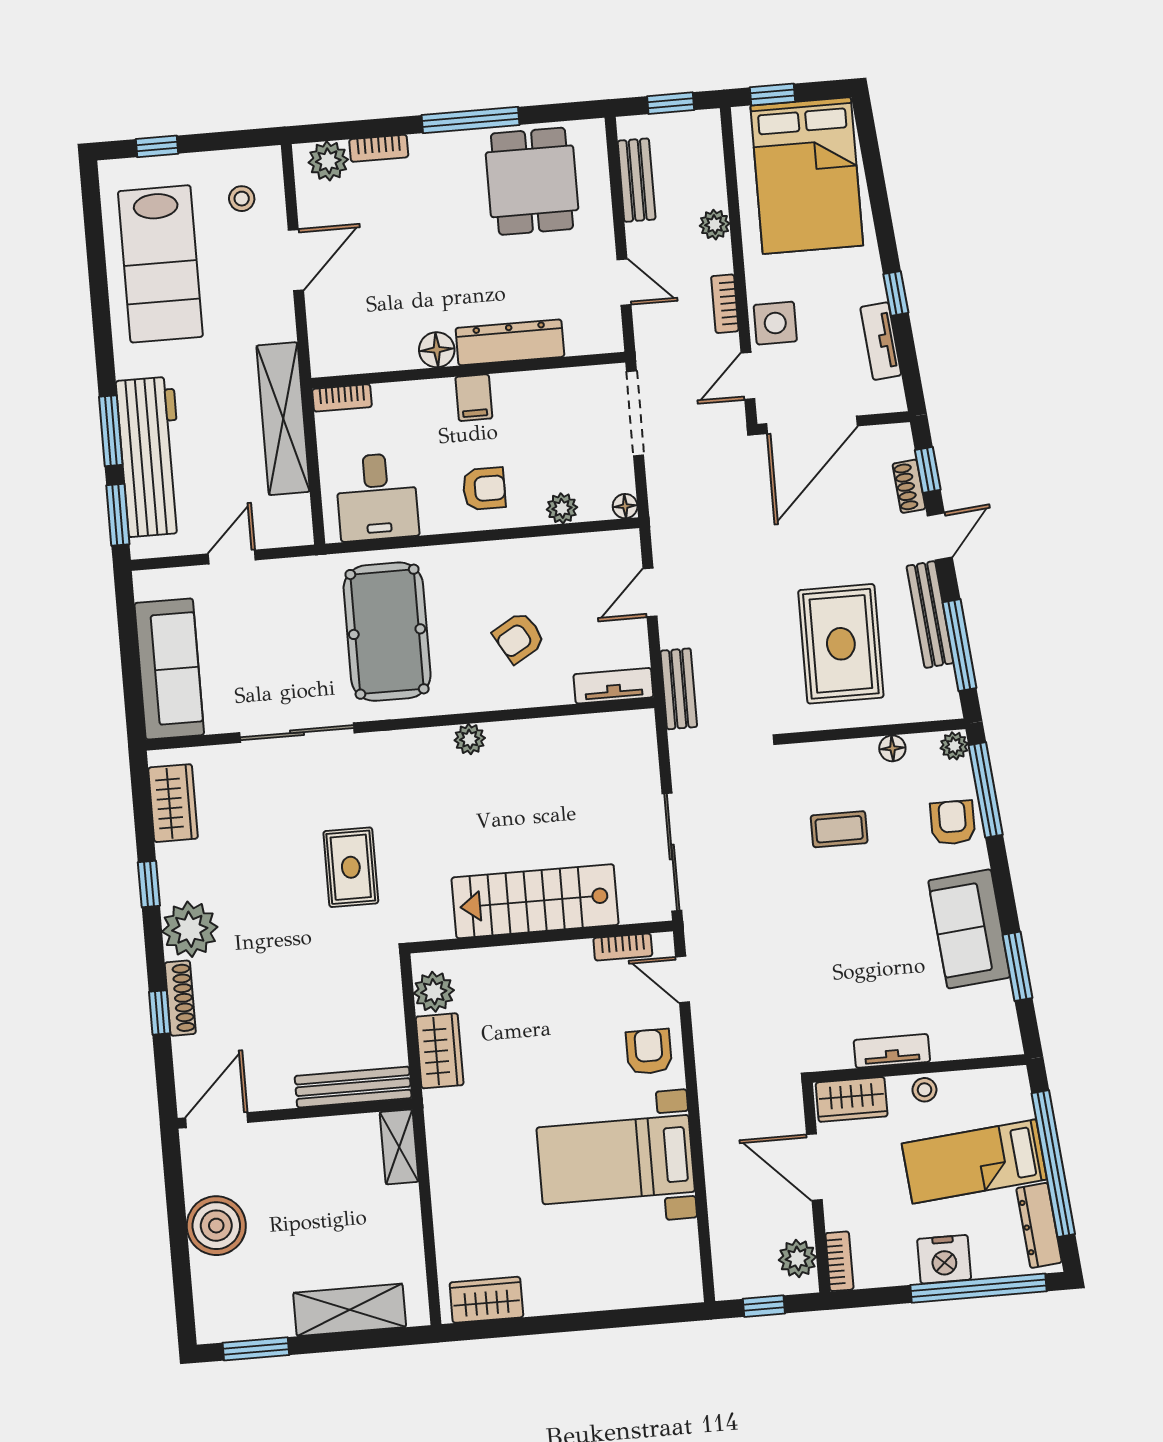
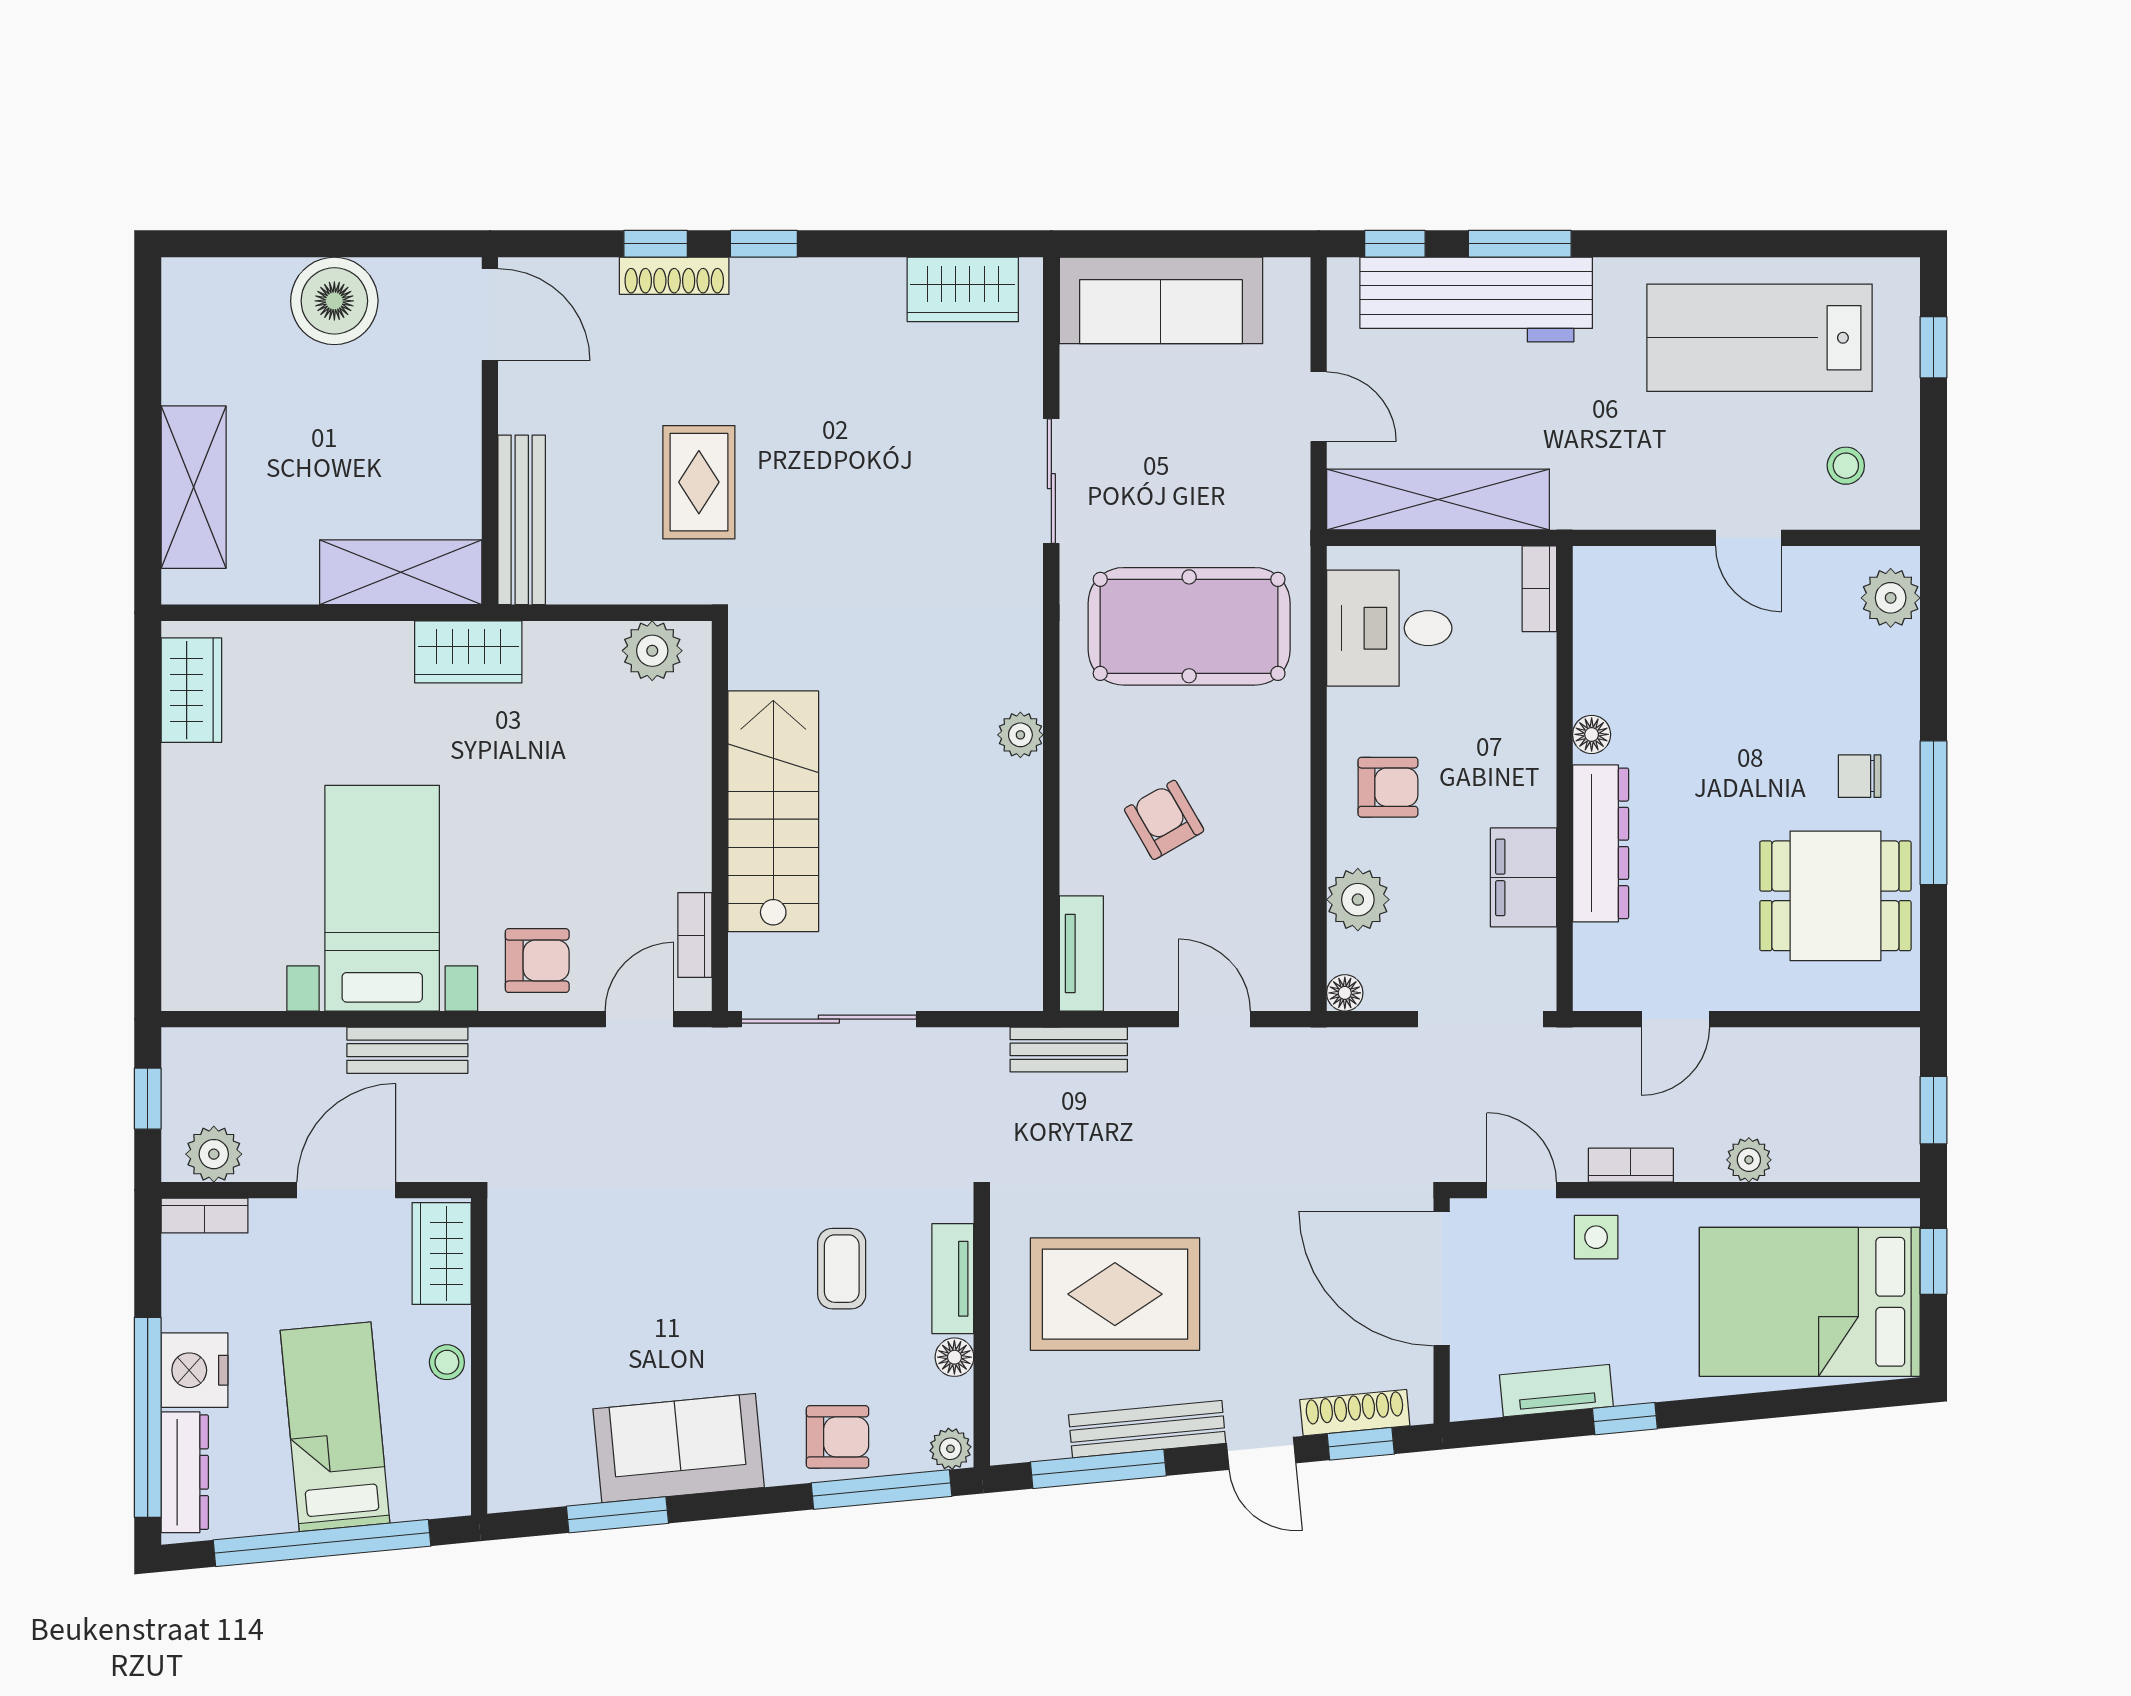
bookcase: (379, 148) -> (1903, 674), removed
chair: (450, 172) -> (1860, 776), added
bench: (637, 180) -> (407, 1050), moved
door: (296, 260) -> (1749, 538), width x0.73
side table: (775, 323) -> (1596, 1237), width x0.73, depth x0.73
floor lamp: (437, 350) -> (1592, 734), width x0.73, depth x0.73
filing cabinet: (474, 398) -> (1523, 877), moved, width x2.00
shelving: (283, 419) -> (1438, 499), moved
shoe rack: (909, 486) -> (1355, 1413), width x1.43
armchair: (484, 489) -> (1388, 787), turned -90
plant: (562, 508) -> (1358, 900), width x1.38, depth x1.38
window: (118, 515) -> (1395, 244), width x0.67
sliding door: (297, 733) -> (1051, 481), width x0.73
rug: (351, 867) -> (699, 482), moved, turned 90
window: (149, 884) -> (764, 244), moved
plant: (190, 929) -> (775, 299), removed
wardrobe: (440, 1051) -> (468, 652), moved
tv unit: (892, 1051) -> (953, 1279), moved, turned 180
shelving: (399, 1147) -> (401, 572), width x1.50, depth x1.33
dresser: (1039, 1225) -> (185, 1472), moved, turned 95
window: (256, 1349) -> (148, 344), removed

